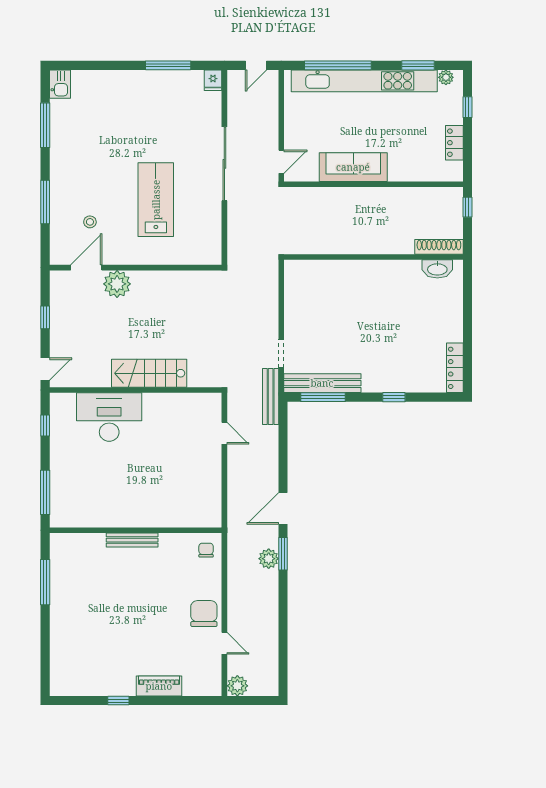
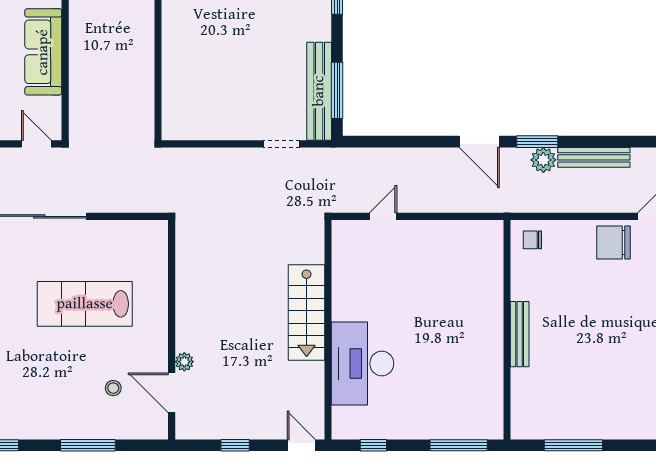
plant: (117, 284) -> (184, 362), width x0.53, depth x0.53
bench: (271, 397) -> (594, 157), moved

